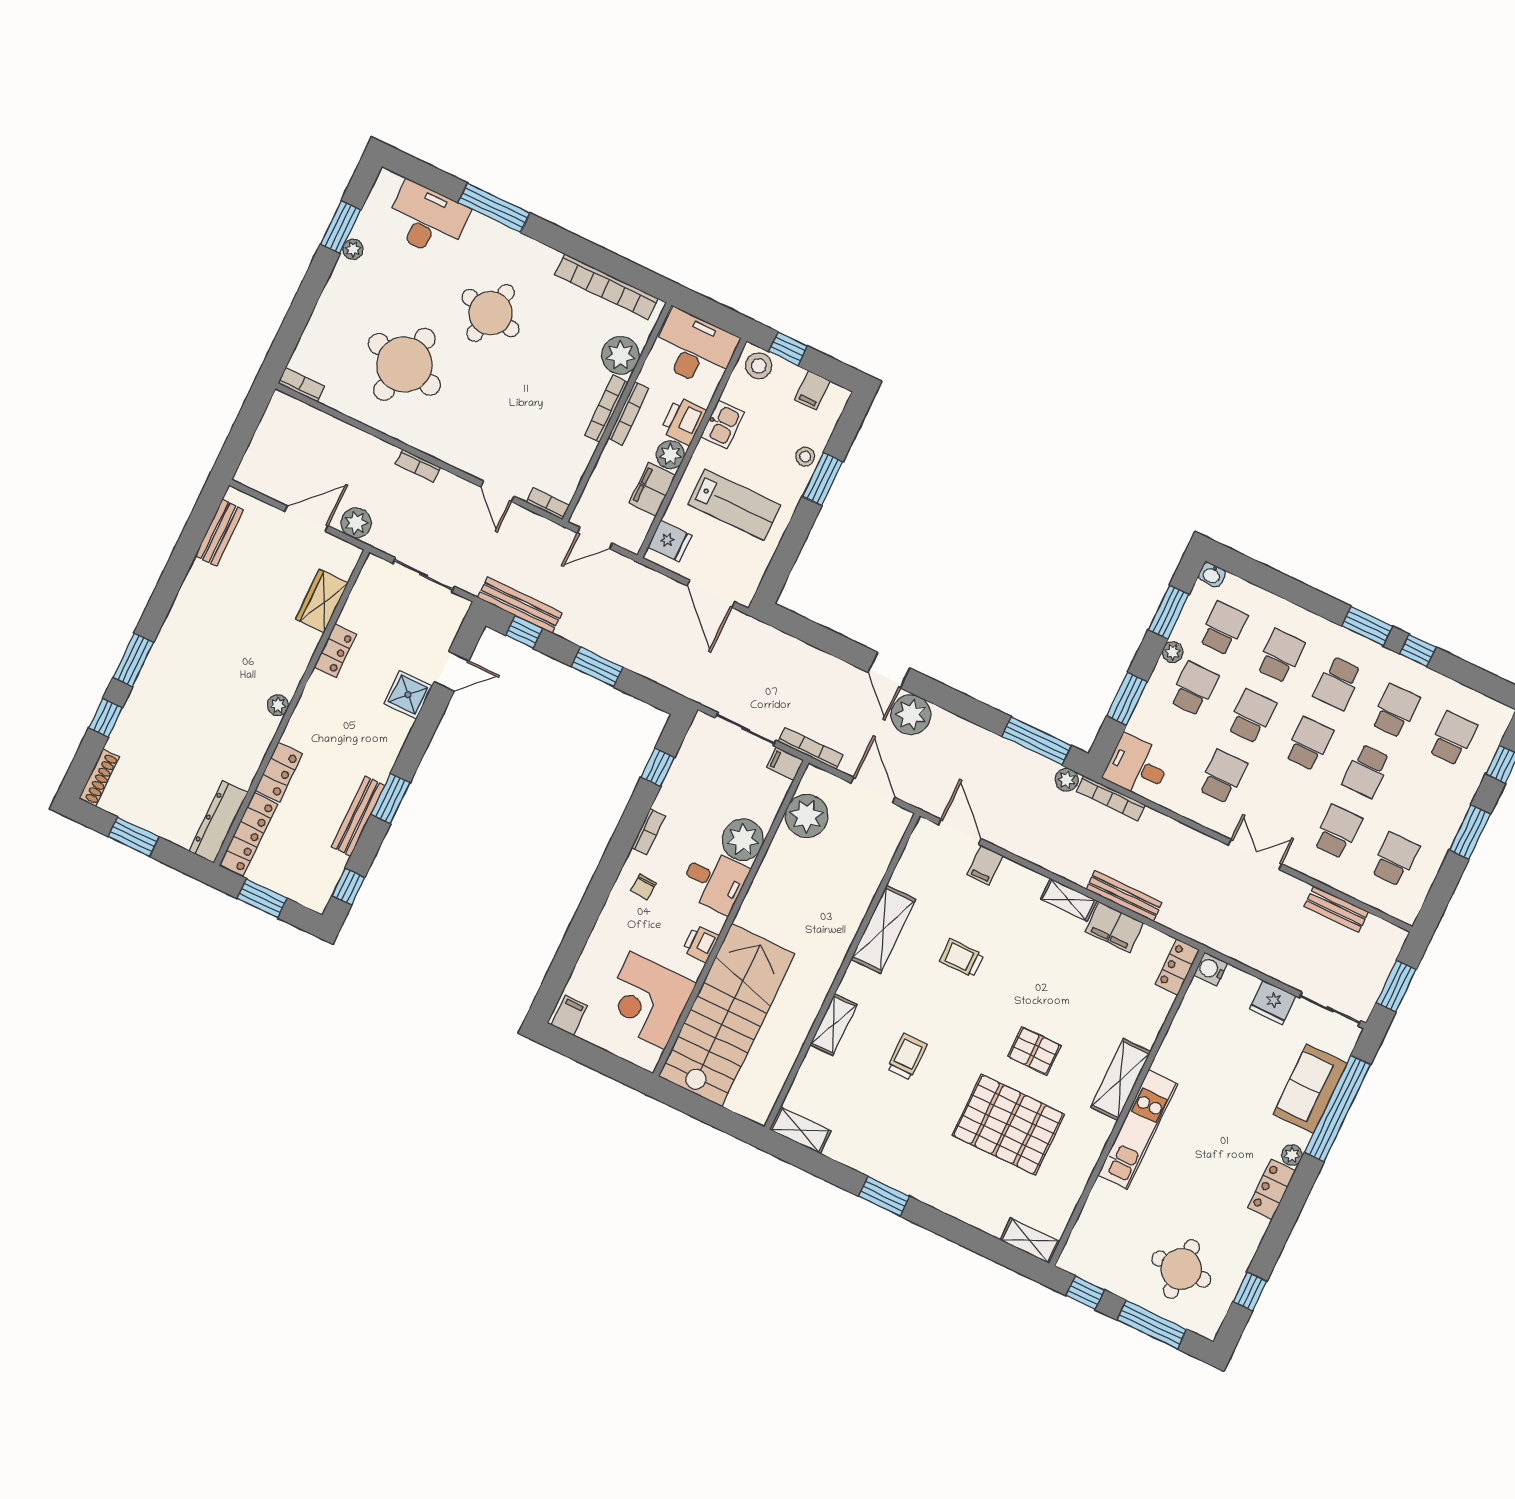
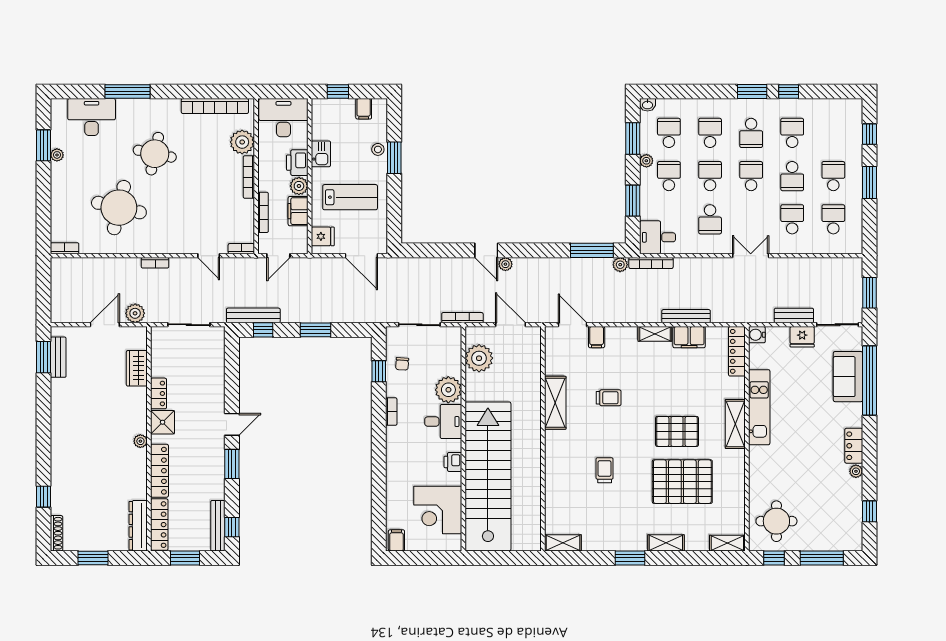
stool: (759, 366) -> (326, 110), removed
bookcase: (628, 413) -> (263, 212), moved
window: (133, 660) -> (44, 357), moved
door: (451, 671) -> (232, 424), moved
shower: (408, 695) -> (163, 422), moved
plant: (911, 715) -> (505, 264), width x0.53, depth x0.53
school desk: (1453, 738) -> (833, 176), moved
filing cabinet: (785, 764) -> (452, 334), removed
locker: (279, 772) -> (160, 471), width x1.53
school desk: (1223, 777) -> (710, 219), turned 180
bench: (358, 816) -> (218, 526), moved
chair: (643, 887) -> (402, 364), moved
bench: (1336, 909) -> (794, 316), moved
trolley: (961, 958) -> (609, 398), turned 180
locker: (1177, 967) -> (737, 351), width x1.53
stairs: (727, 1015) -> (488, 476), width x1.36
shelving: (834, 1025) -> (666, 543), moved, turned 90
pallet: (1034, 1051) -> (677, 431), width x1.50, depth x1.42
kitchen unit: (1138, 1130) -> (759, 407), moved
plant: (1292, 1155) -> (856, 471), moved
round table: (1181, 1269) -> (776, 521), moved

